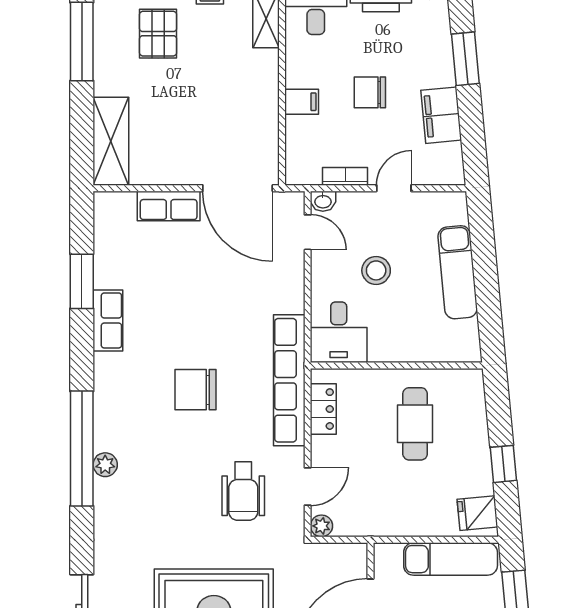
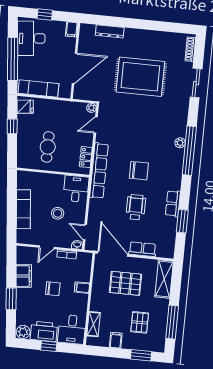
pallet: (201, 122) -> (125, 283), added
wheelchair: (243, 491) -> (136, 207), moved

